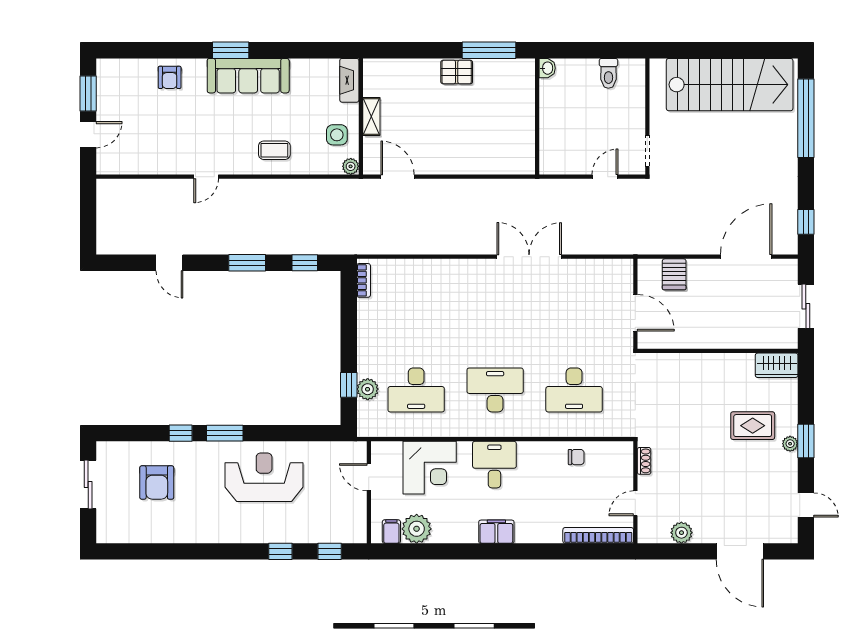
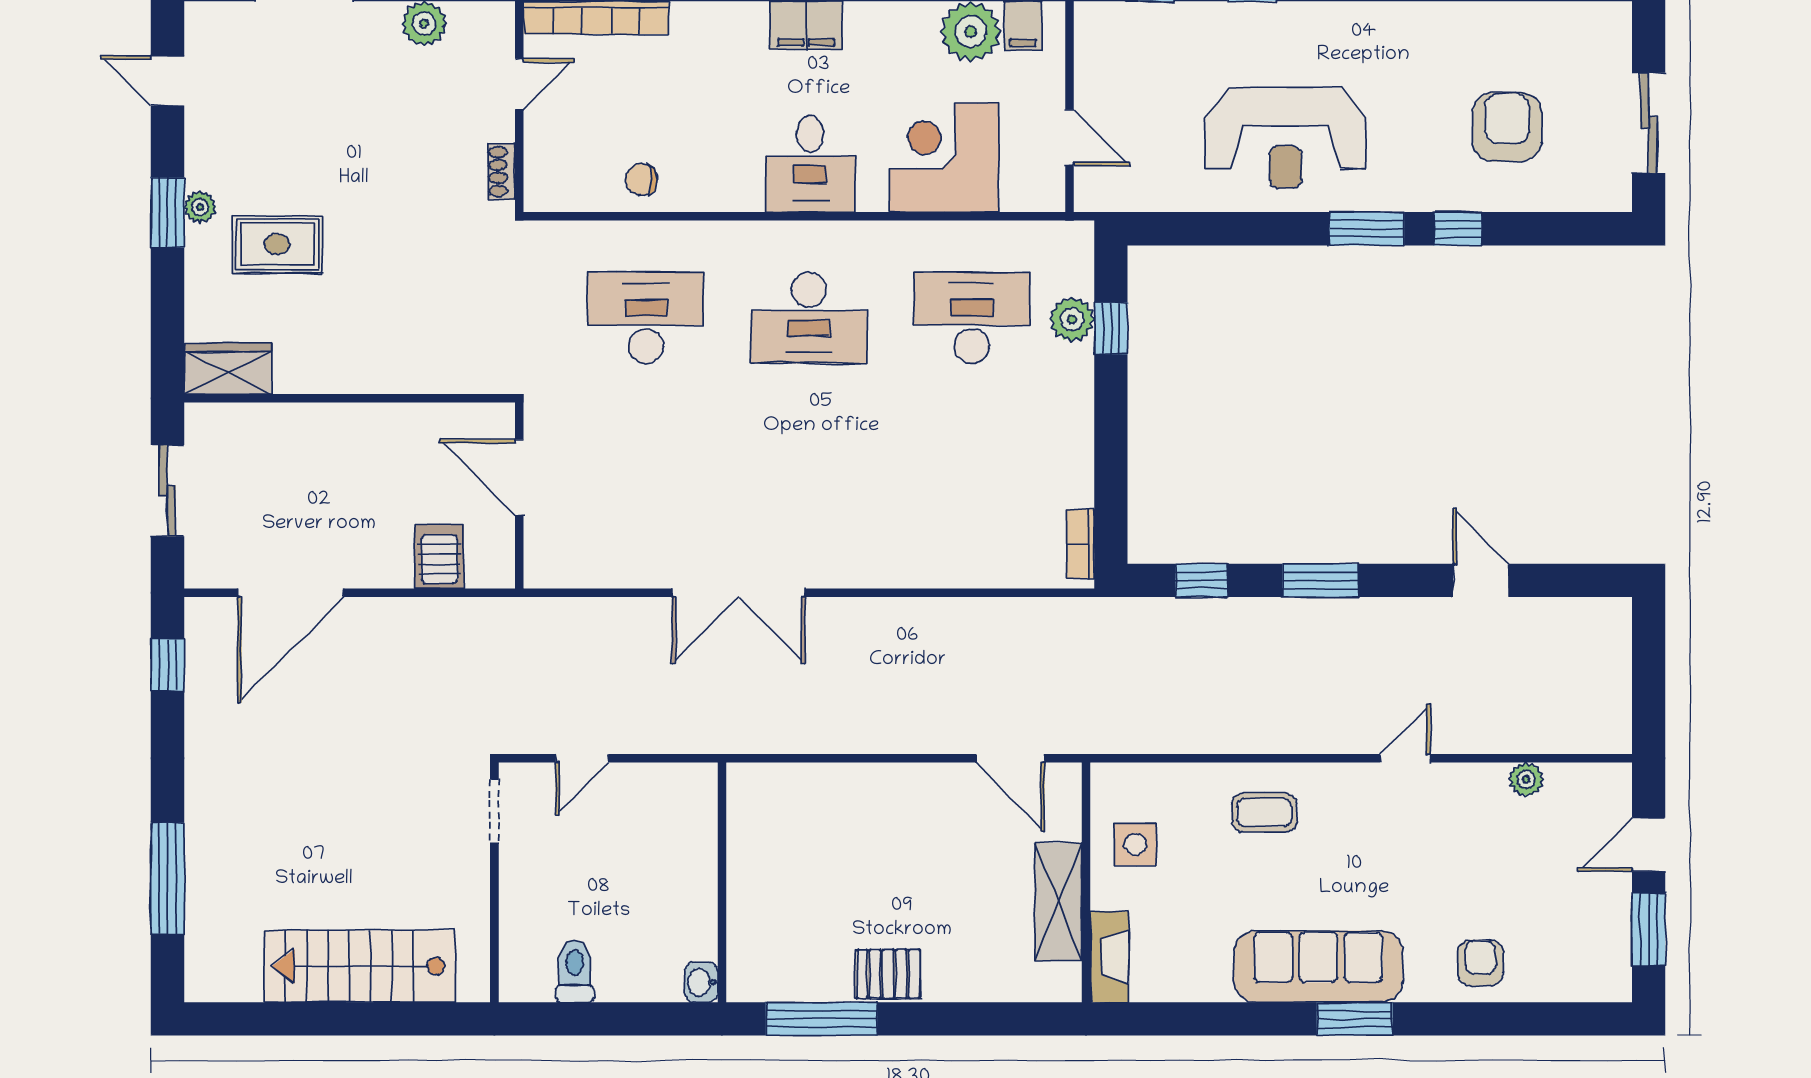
stairs: (730, 85) -> (360, 966), width x0.73, depth x0.66
shelving: (371, 116) -> (1058, 902), width x1.50, depth x1.33
window: (806, 118) -> (168, 878), width x0.68
plant: (351, 166) -> (1526, 779), moved

